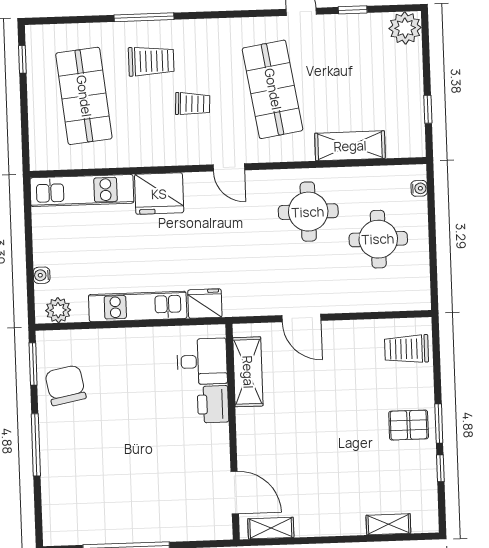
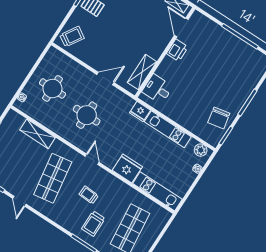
trolley: (151, 61) -> (93, 224), turned -90
round table: (308, 212) -> (87, 115), moved
door: (301, 318) -> (105, 79), hinge flipped
trolley: (407, 349) -> (72, 37), turned -58
printer: (213, 404) -> (177, 50), moved

